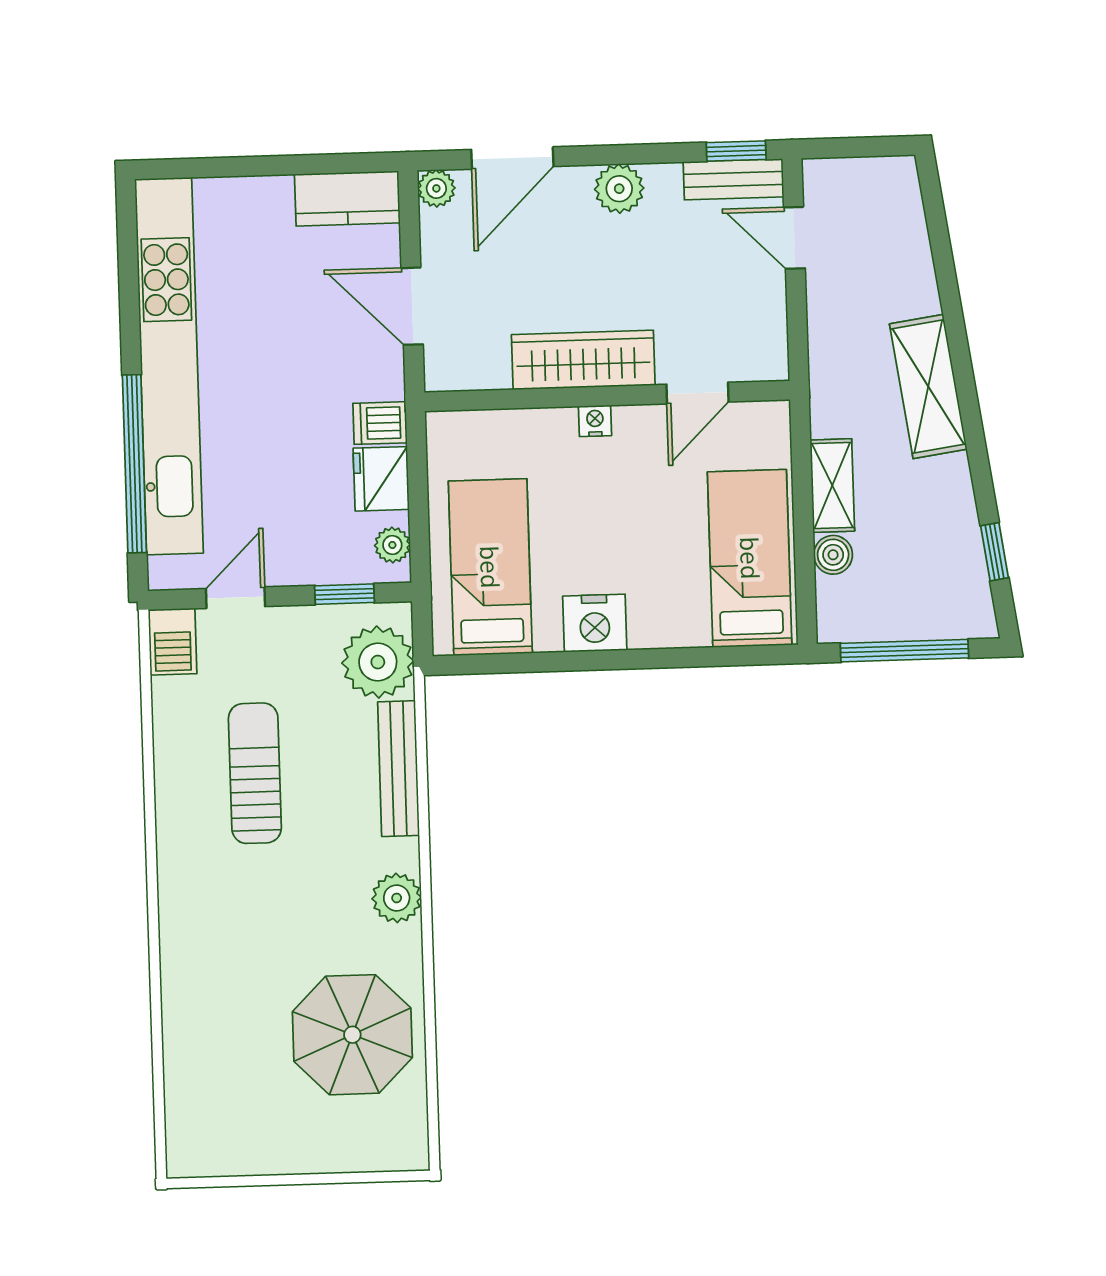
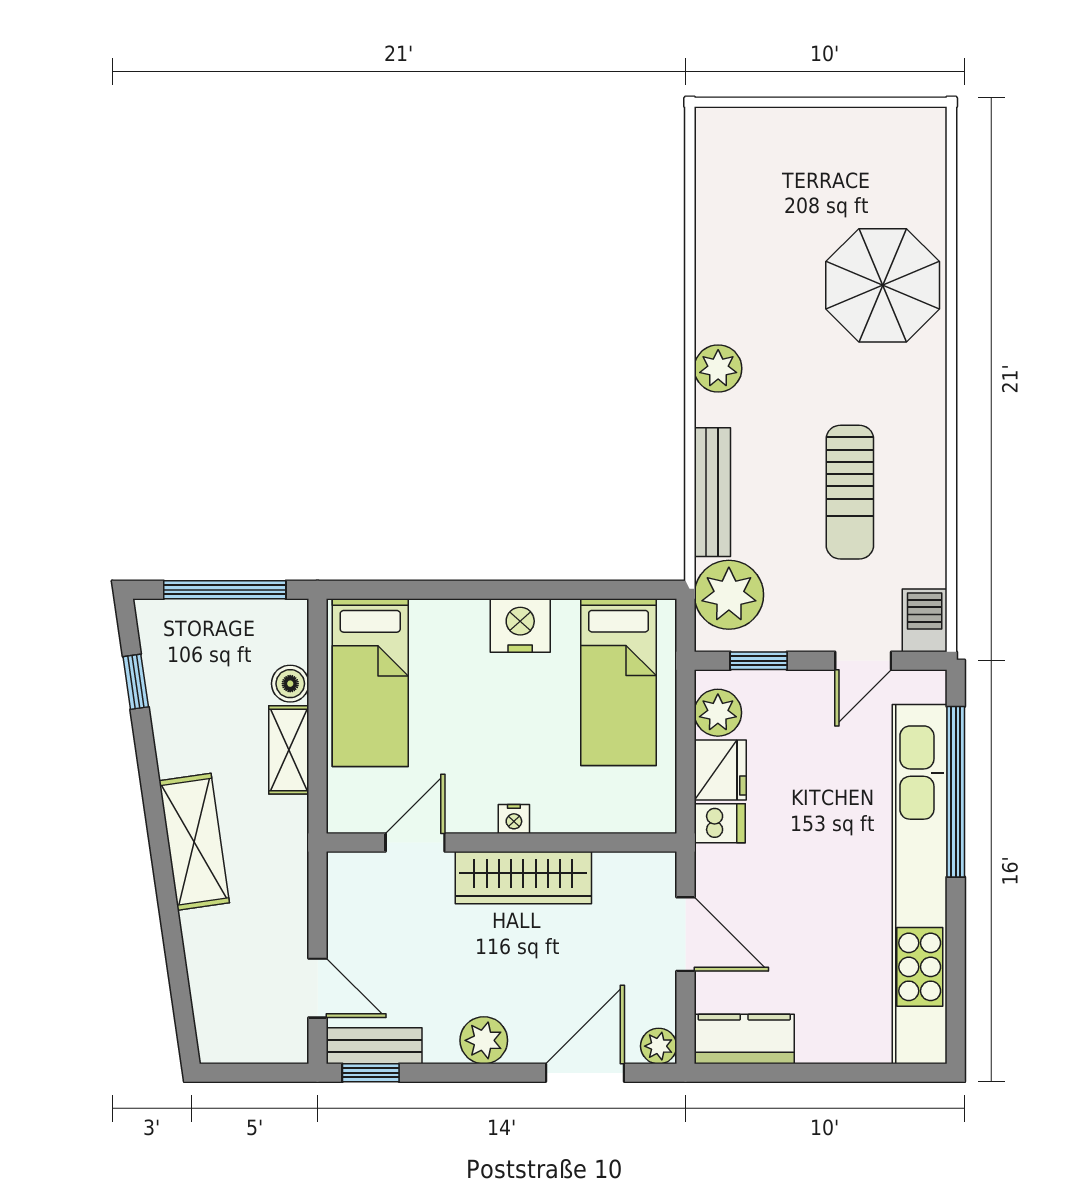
plant: (392, 545) -> (718, 713), width x1.38, depth x1.38
parasol: (352, 1035) -> (883, 285), moved

